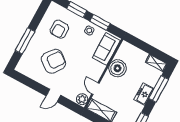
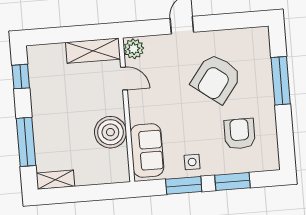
freezer: (144, 94) -> (43, 119), removed

